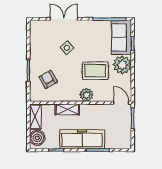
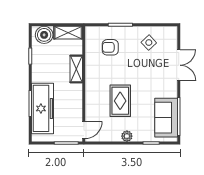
sofa: (122, 37) -> (166, 118), moved, turned -90
side table: (67, 48) -> (149, 43), moved
plant: (122, 65) -> (127, 136), width x0.53, depth x0.53
armchair: (48, 79) -> (110, 47), turned -151
plant: (86, 95) -> (93, 91), removed
freezer: (82, 139) -> (42, 108), moved

